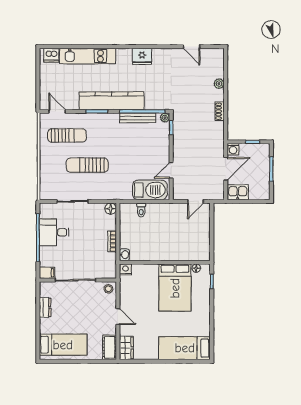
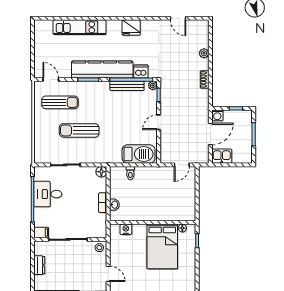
dishwasher: (51, 55) -> (141, 72), moved, turned 180
door: (171, 170) -> (159, 122), moved
washbasin: (124, 255) -> (114, 205), moved
nightstand: (125, 269) -> (126, 229), moved

